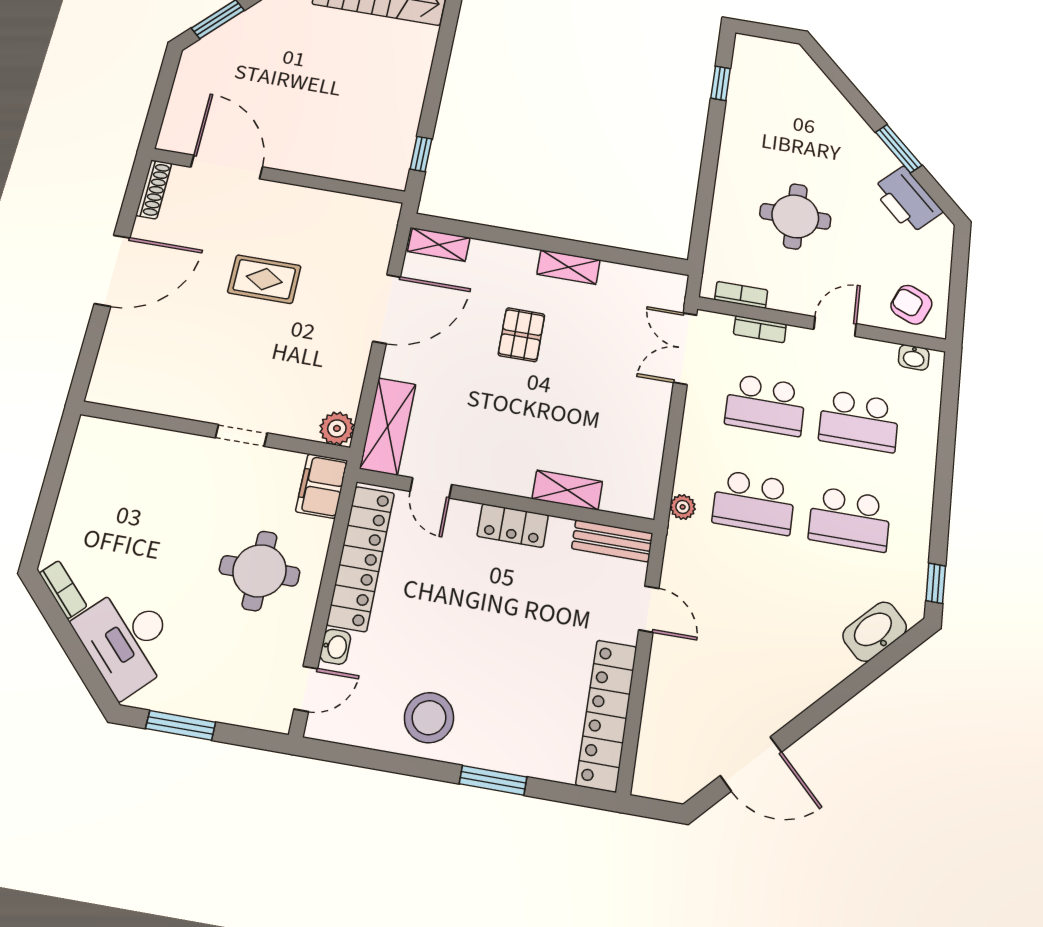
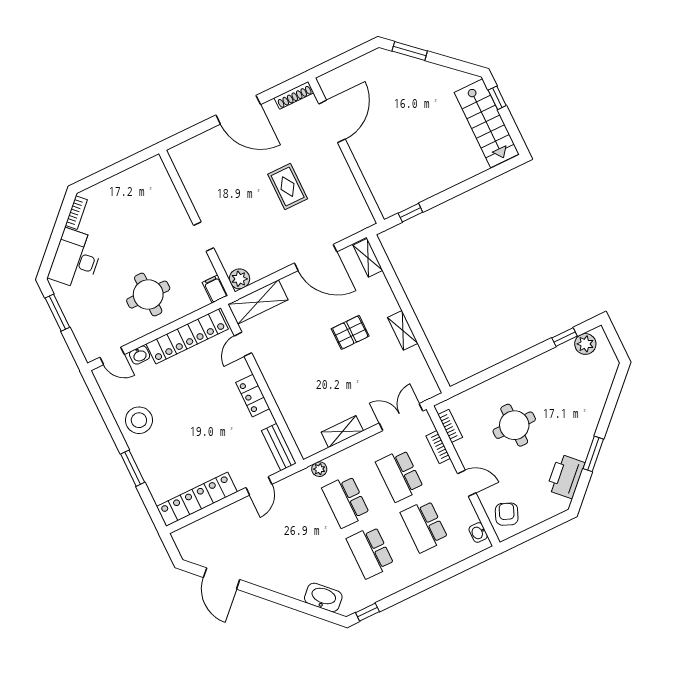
plant: (747, 66) -> (585, 344), added
filing cabinet: (322, 486) -> (215, 289), width x0.50
shelving: (567, 490) -> (342, 432), moved, turned 90

